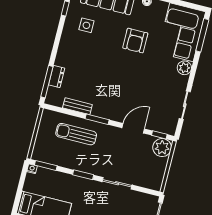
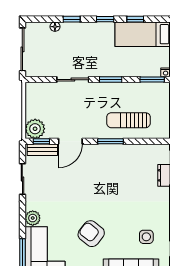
armchair: (135, 41) -> (91, 234), turned -52
bench: (77, 106) -> (42, 150), moved
sun lounger: (76, 134) -> (128, 120), turned 180

